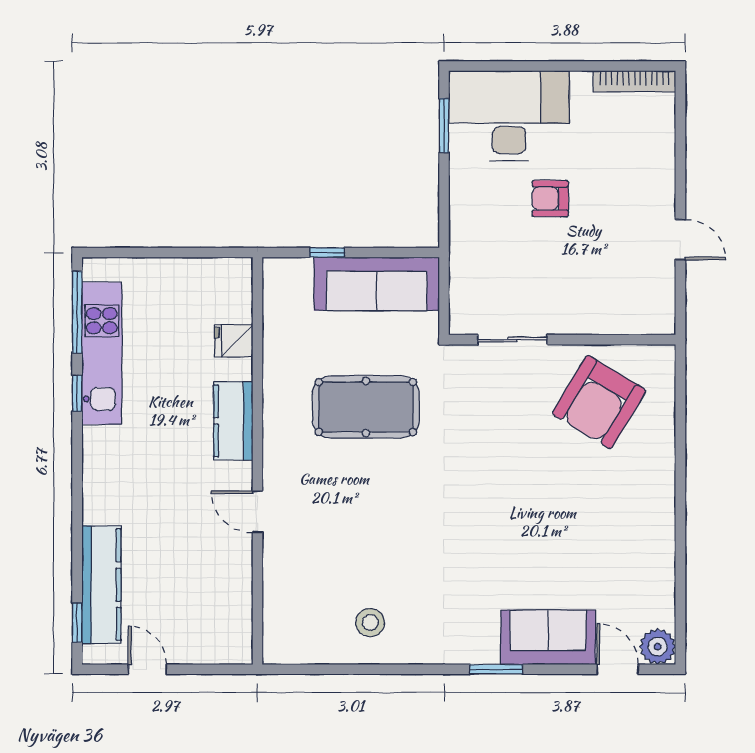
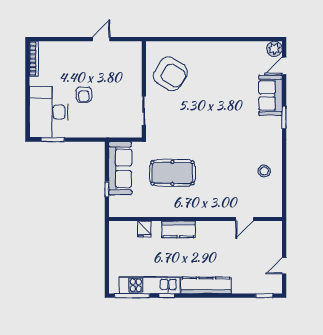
pool table: (366, 407) -> (172, 173), turned 90
door: (257, 512) -> (245, 219), moved
kitchen counter: (101, 585) -> (206, 285), moved

